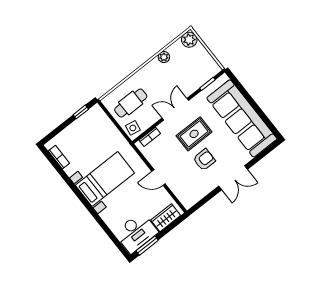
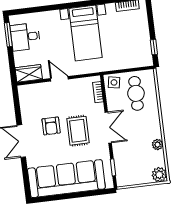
door: (159, 178) -> (59, 79), hinge flipped
wardrobe: (166, 218) -> (29, 73), moved, turned -90
desk: (136, 233) -> (25, 37), width x0.73

